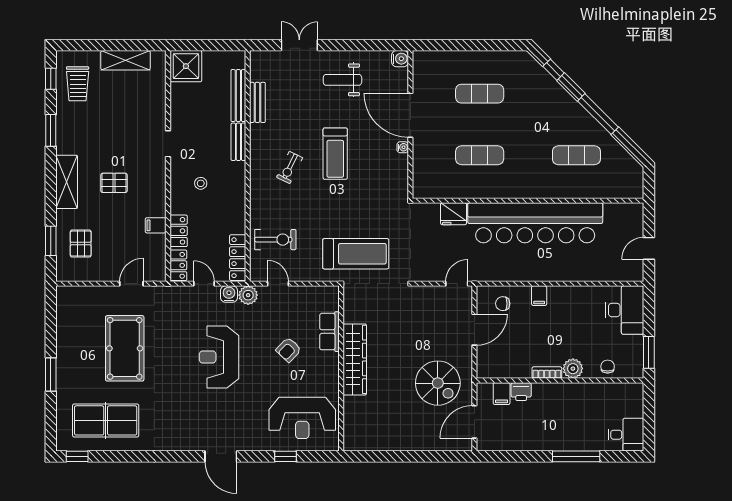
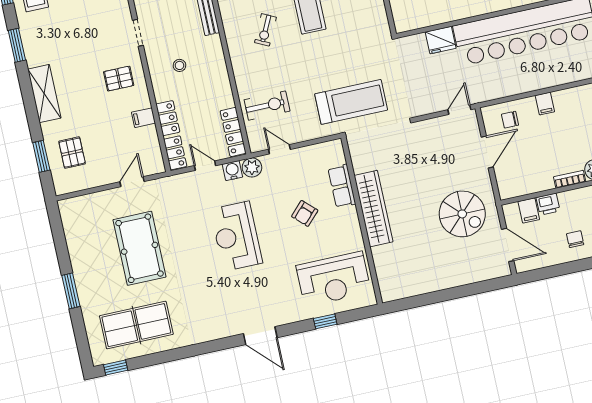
pallet: (114, 183) -> (119, 79), moved
door: (474, 422) -> (508, 245), swing flipped
chair: (540, 430) -> (575, 239), added

